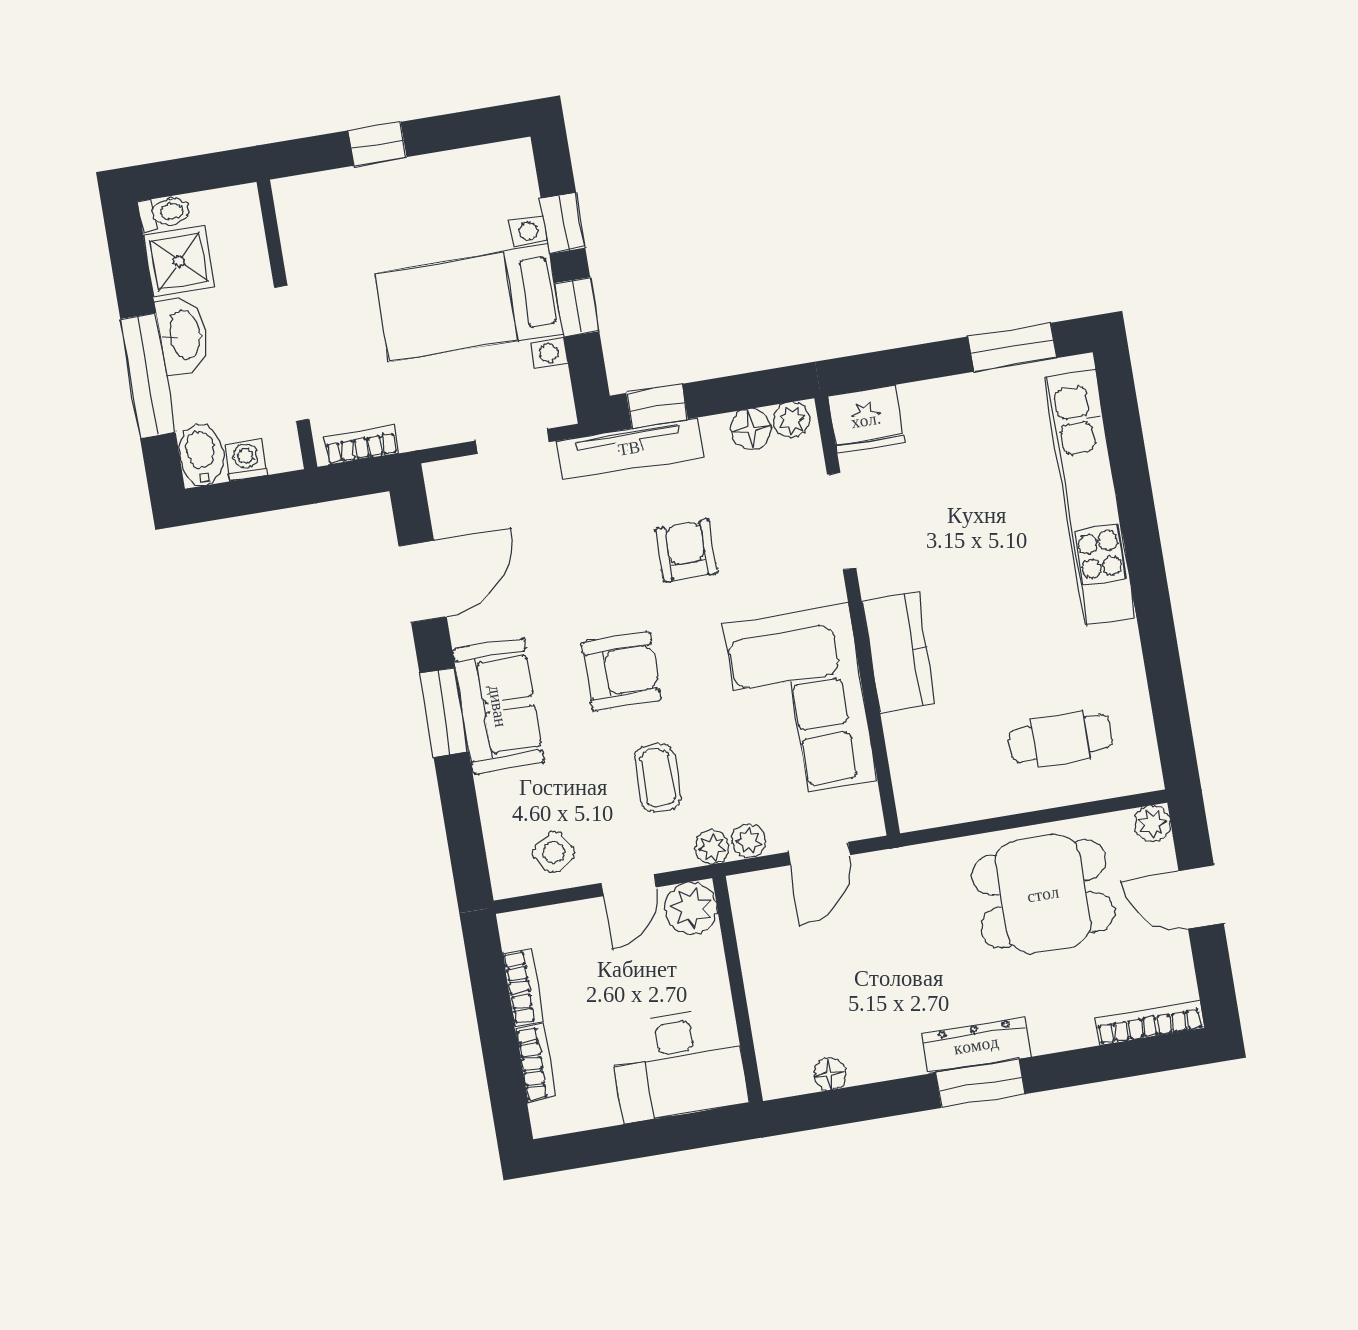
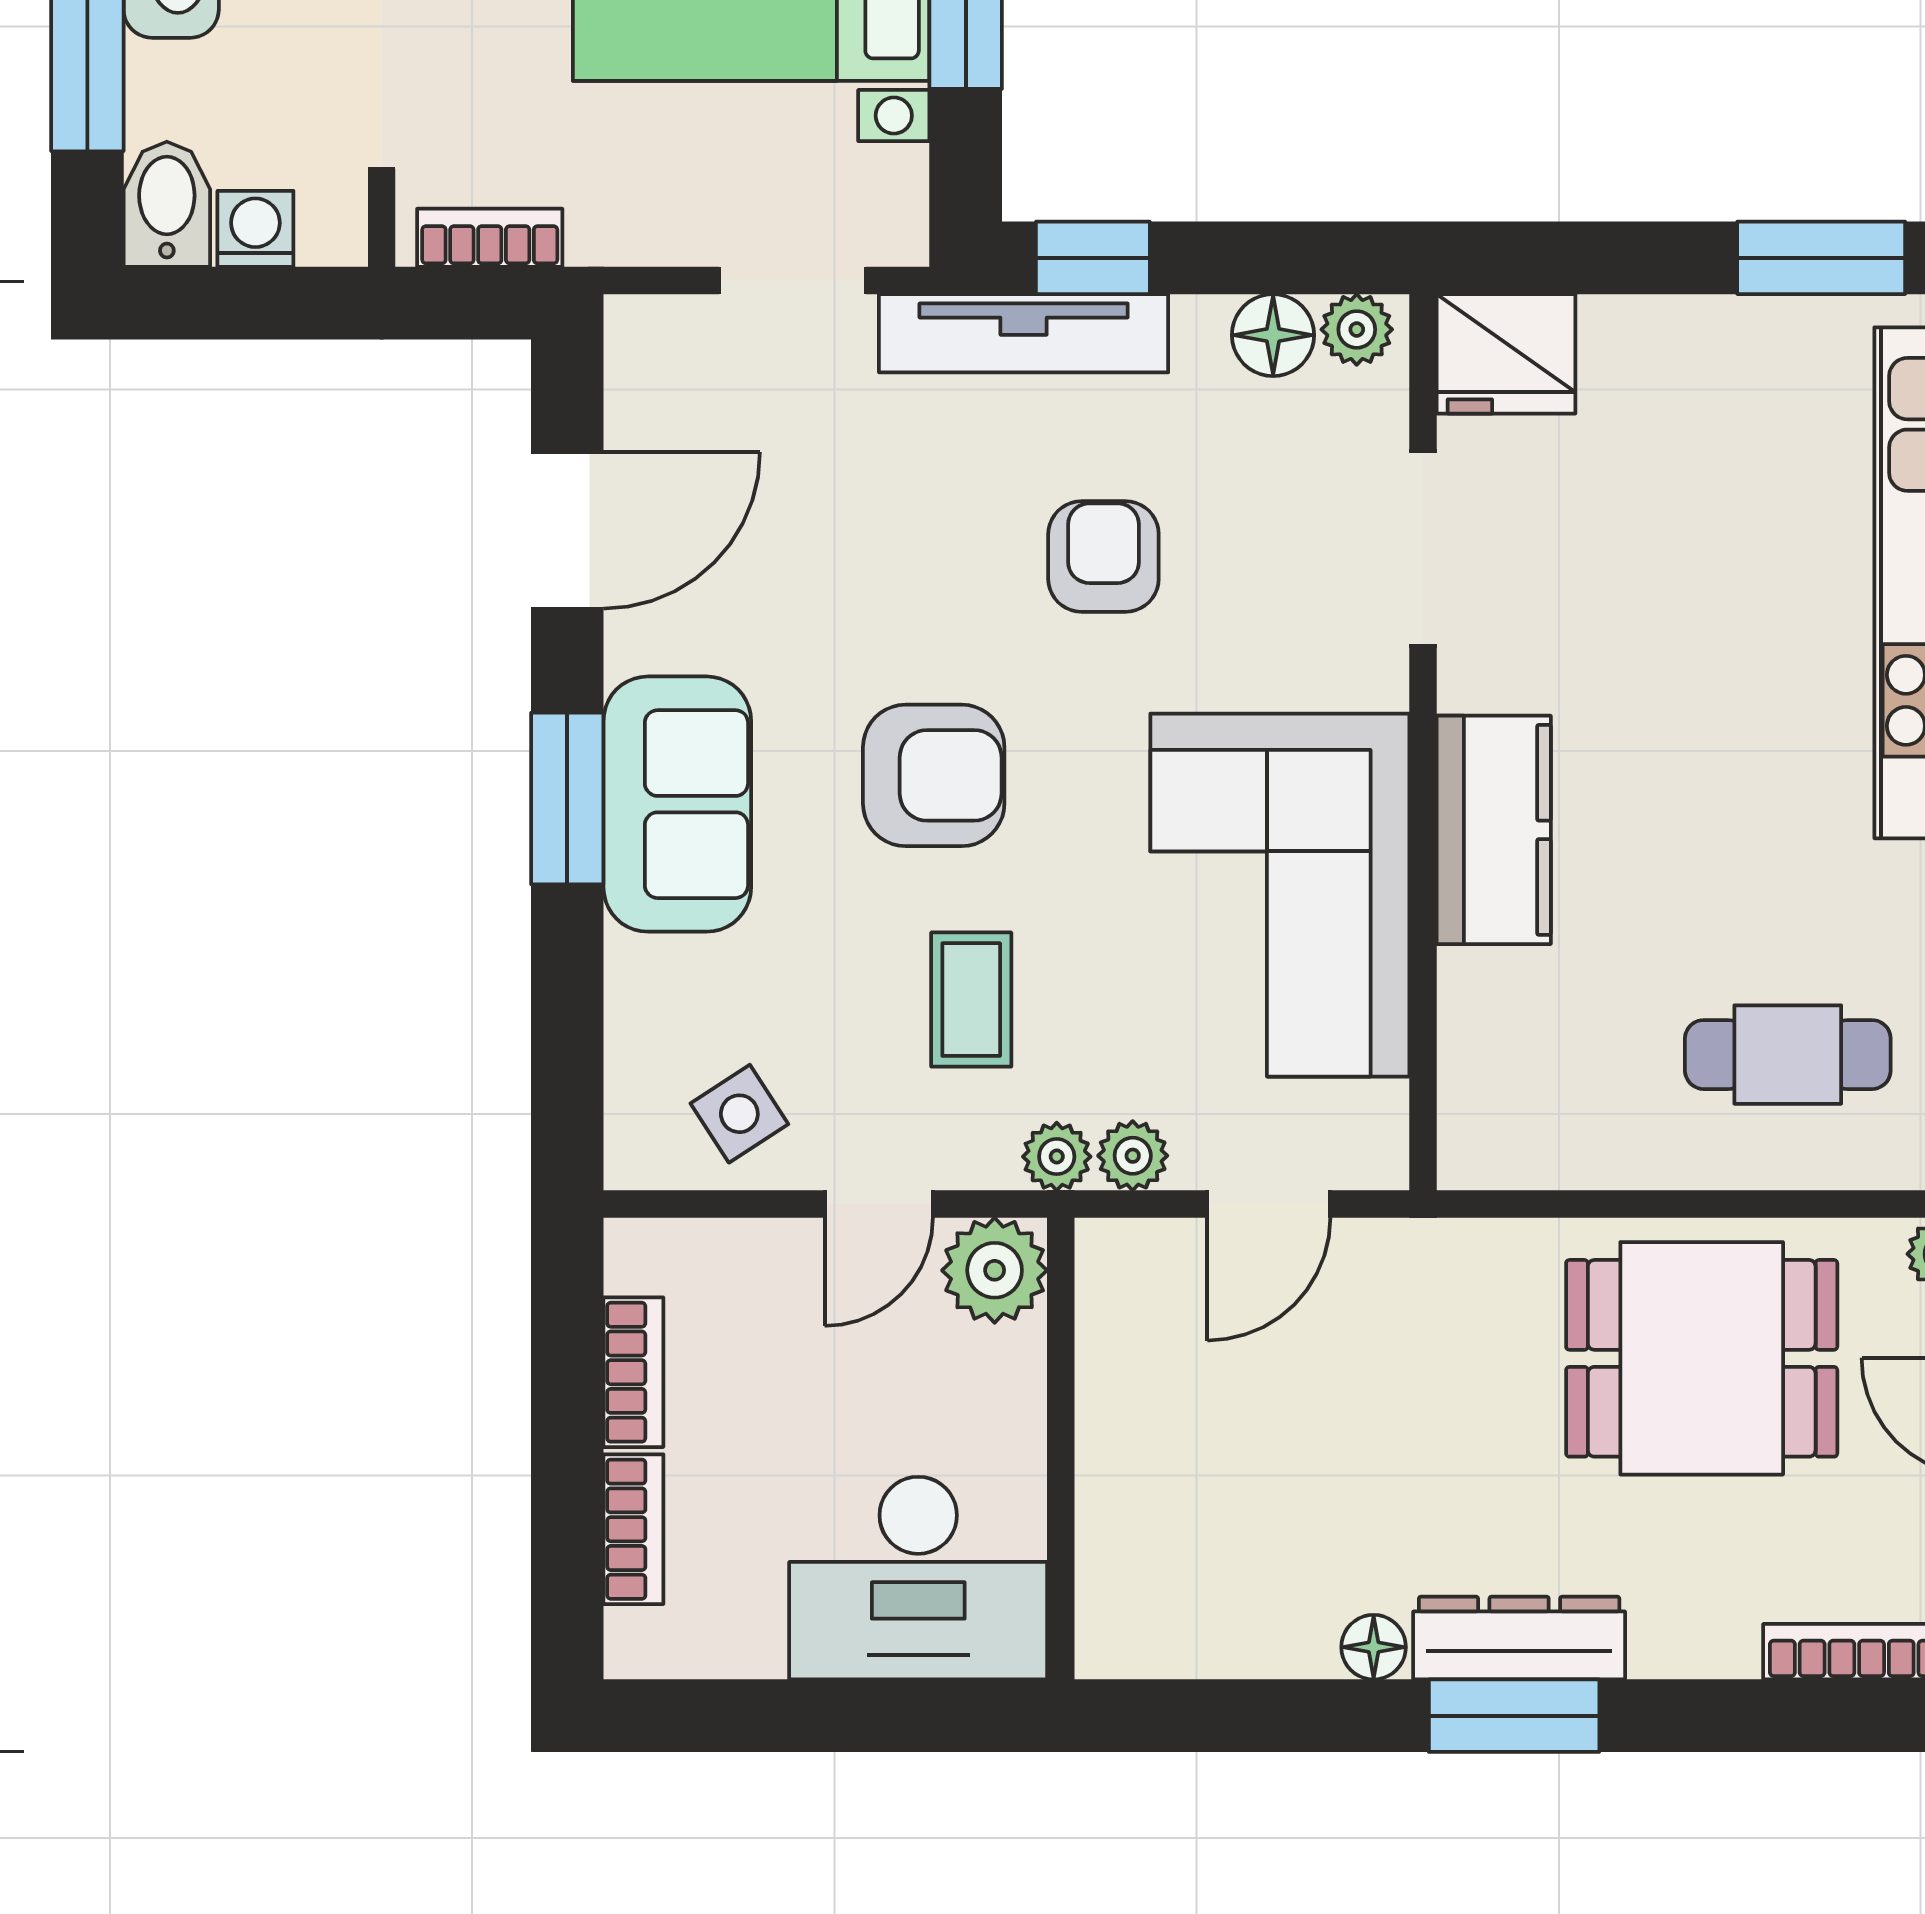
floor lamp: (830, 1074) -> (1374, 1647), moved

